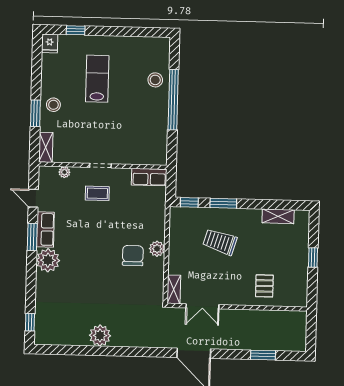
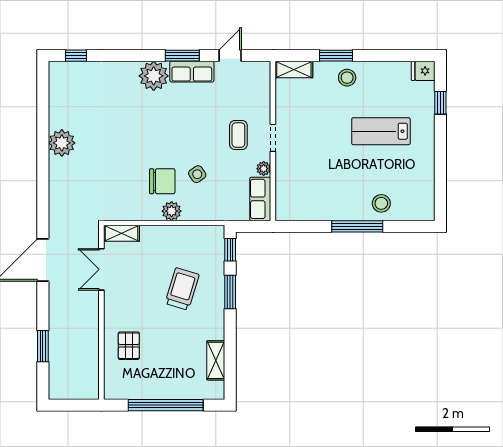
lab bench: (97, 79) -> (381, 131), turned 180
window: (173, 100) -> (357, 226), width x0.68
plant: (64, 172) -> (264, 169), moved
side table: (128, 227) -> (197, 174), added
window: (313, 257) -> (166, 405), width x3.17
pallet: (264, 286) -> (129, 346), turned 90

